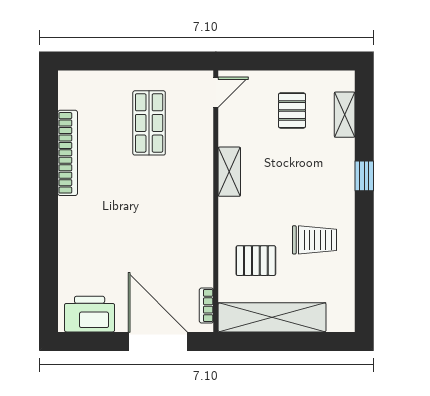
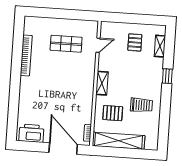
door: (216, 92) -> (98, 45), moved
shop shelf: (149, 123) -> (66, 44), turned 90
shelving: (229, 172) -> (102, 83), moved

